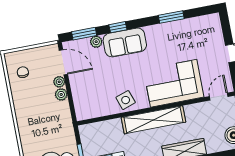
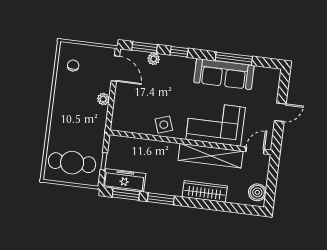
window: (171, 17) -> (234, 59), width x1.44
sofa: (125, 42) -> (224, 74), moved, width x1.36
plant: (59, 82) -> (105, 86), removed
shelving: (153, 120) -> (211, 156), moved

